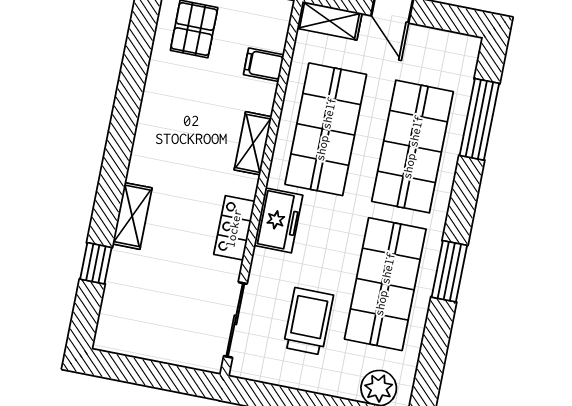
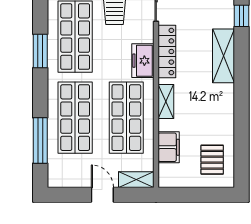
filing cabinet: (264, 65) -> (169, 147), width x2.00
shelving: (132, 216) -> (224, 56), width x1.50, depth x1.33
locker: (234, 228) -> (167, 51), width x1.53

